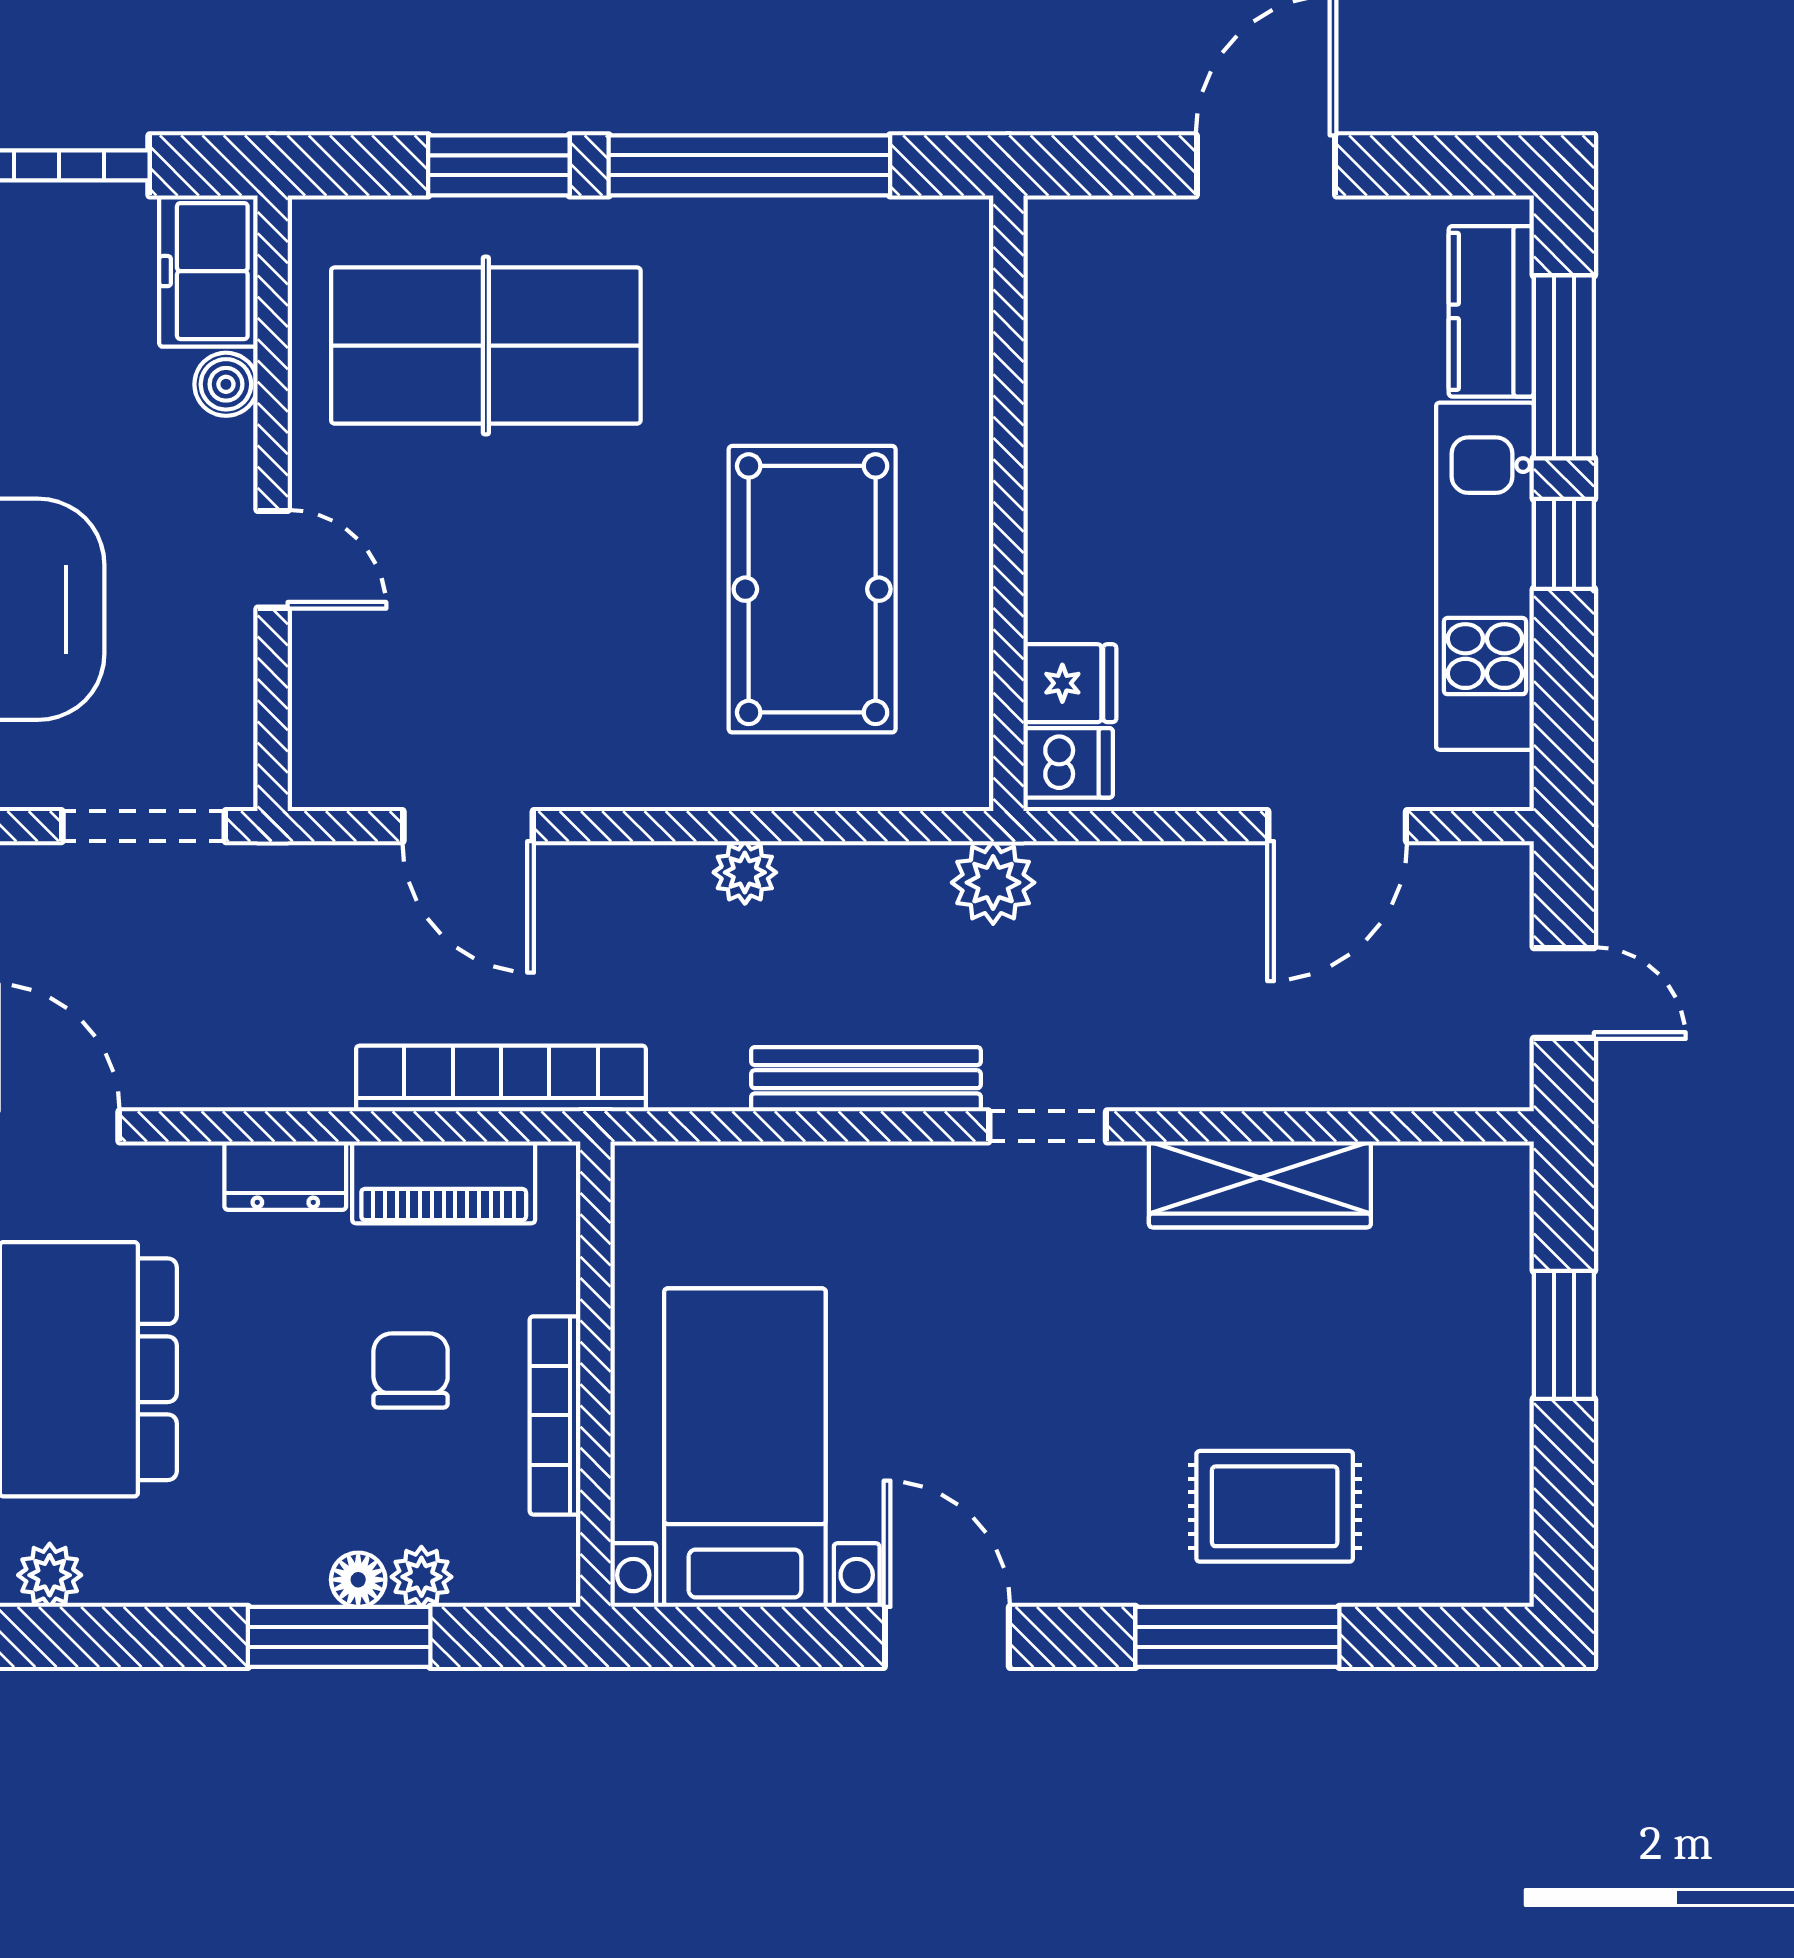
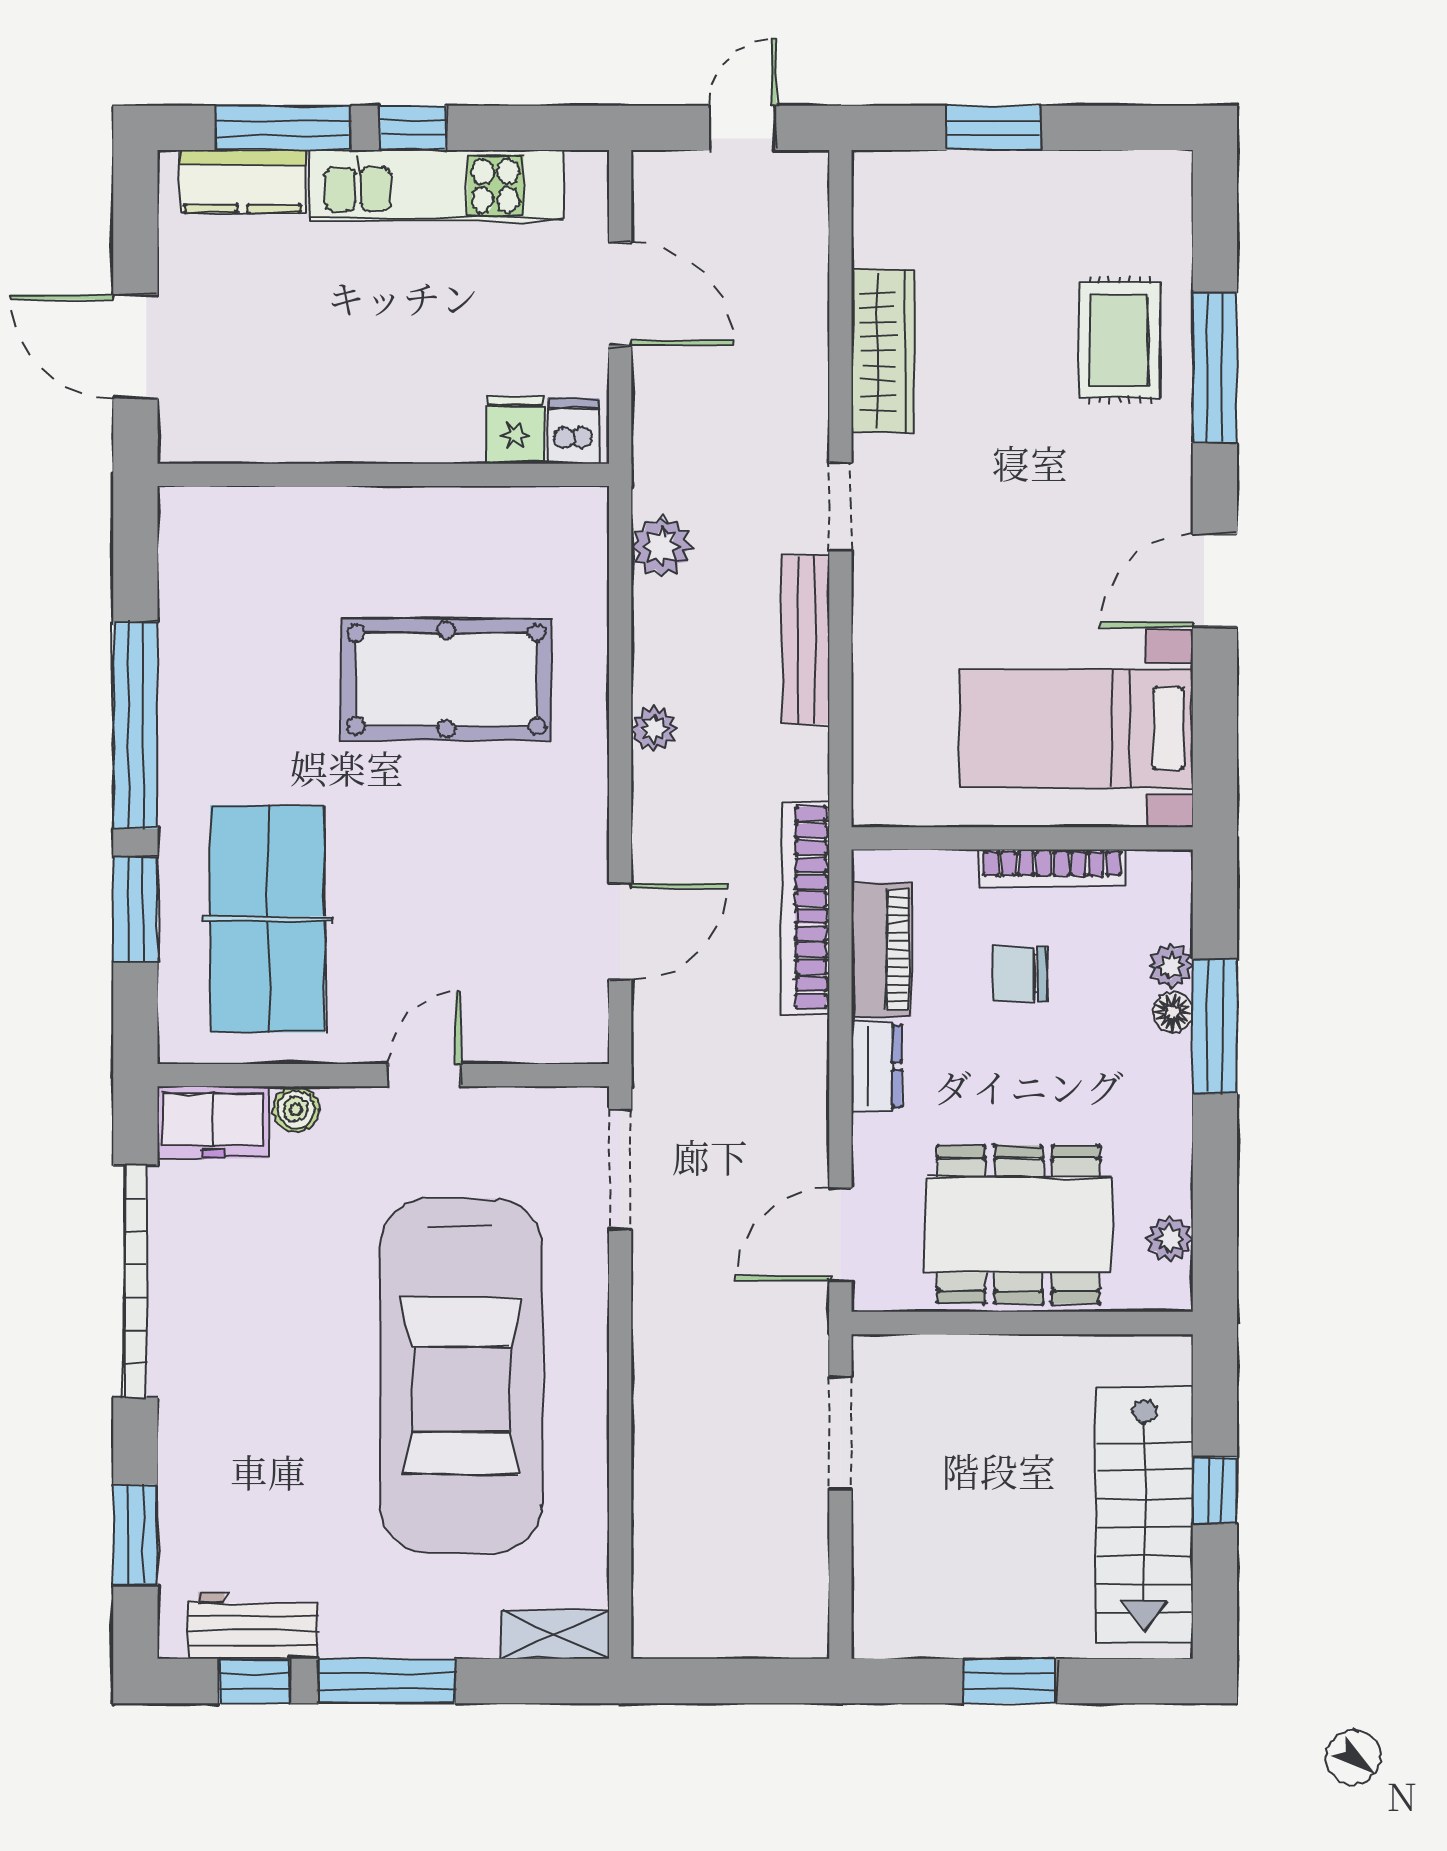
wall: (1008, 503) -> (383, 475), moved
fridge: (1070, 683) -> (515, 430), moved
dishwasher: (1068, 763) -> (574, 431), moved

